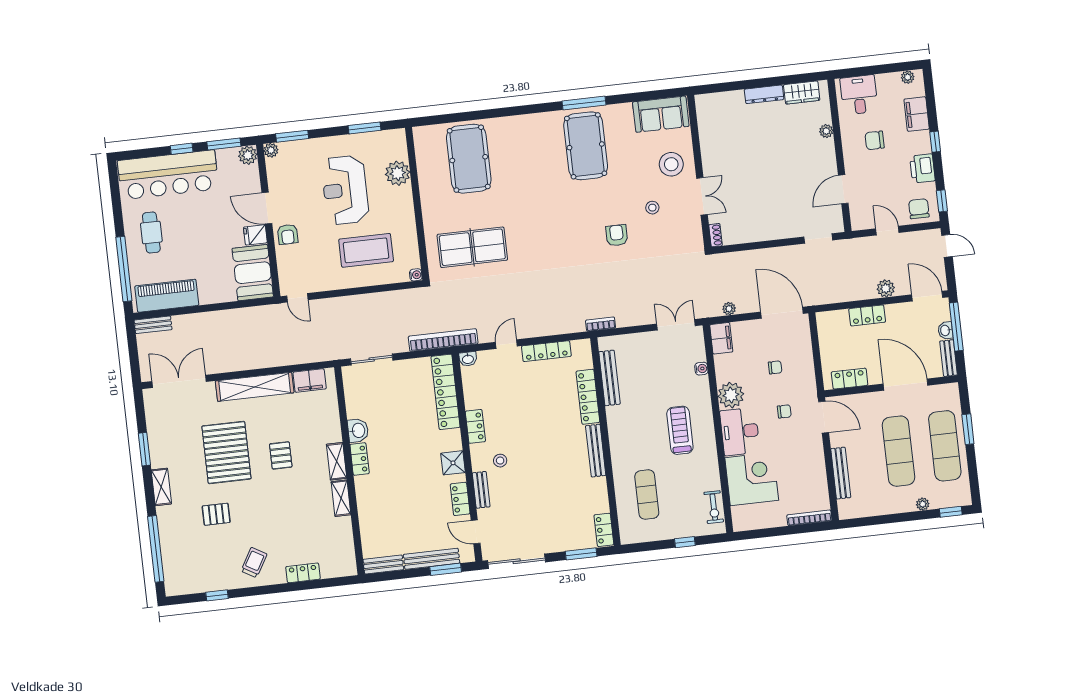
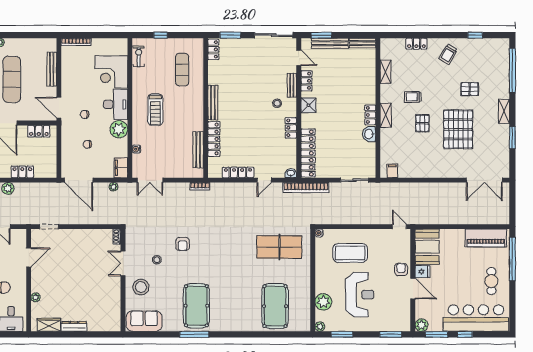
plant: (271, 150) -> (320, 327), moved
bench: (153, 325) -> (497, 220), removed
filing cabinet: (310, 381) -> (392, 171), width x0.50
shelving: (255, 387) -> (434, 171), removed
trolley: (299, 493) -> (413, 97), added
shelving: (341, 498) -> (386, 72), moved

